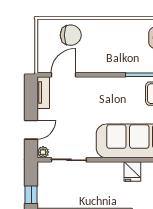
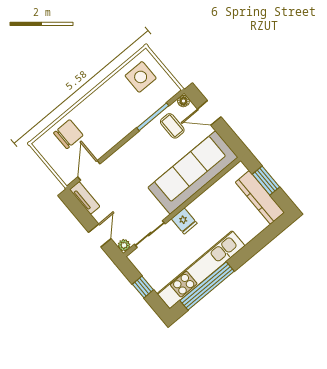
fridge: (132, 172) -> (184, 221), moved

